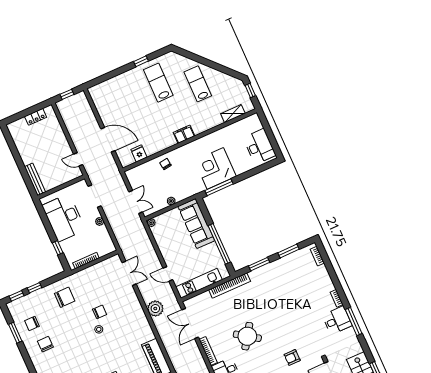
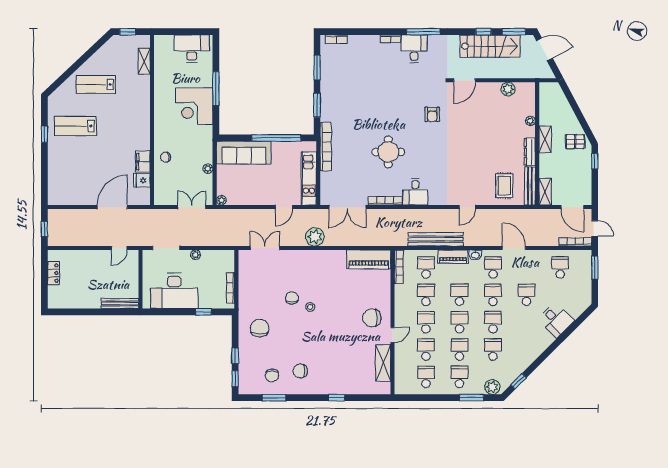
filing cabinet: (184, 134) -> (143, 162), moved
window: (219, 187) -> (216, 89), moved
round table: (247, 336) -> (388, 152), turned -34

